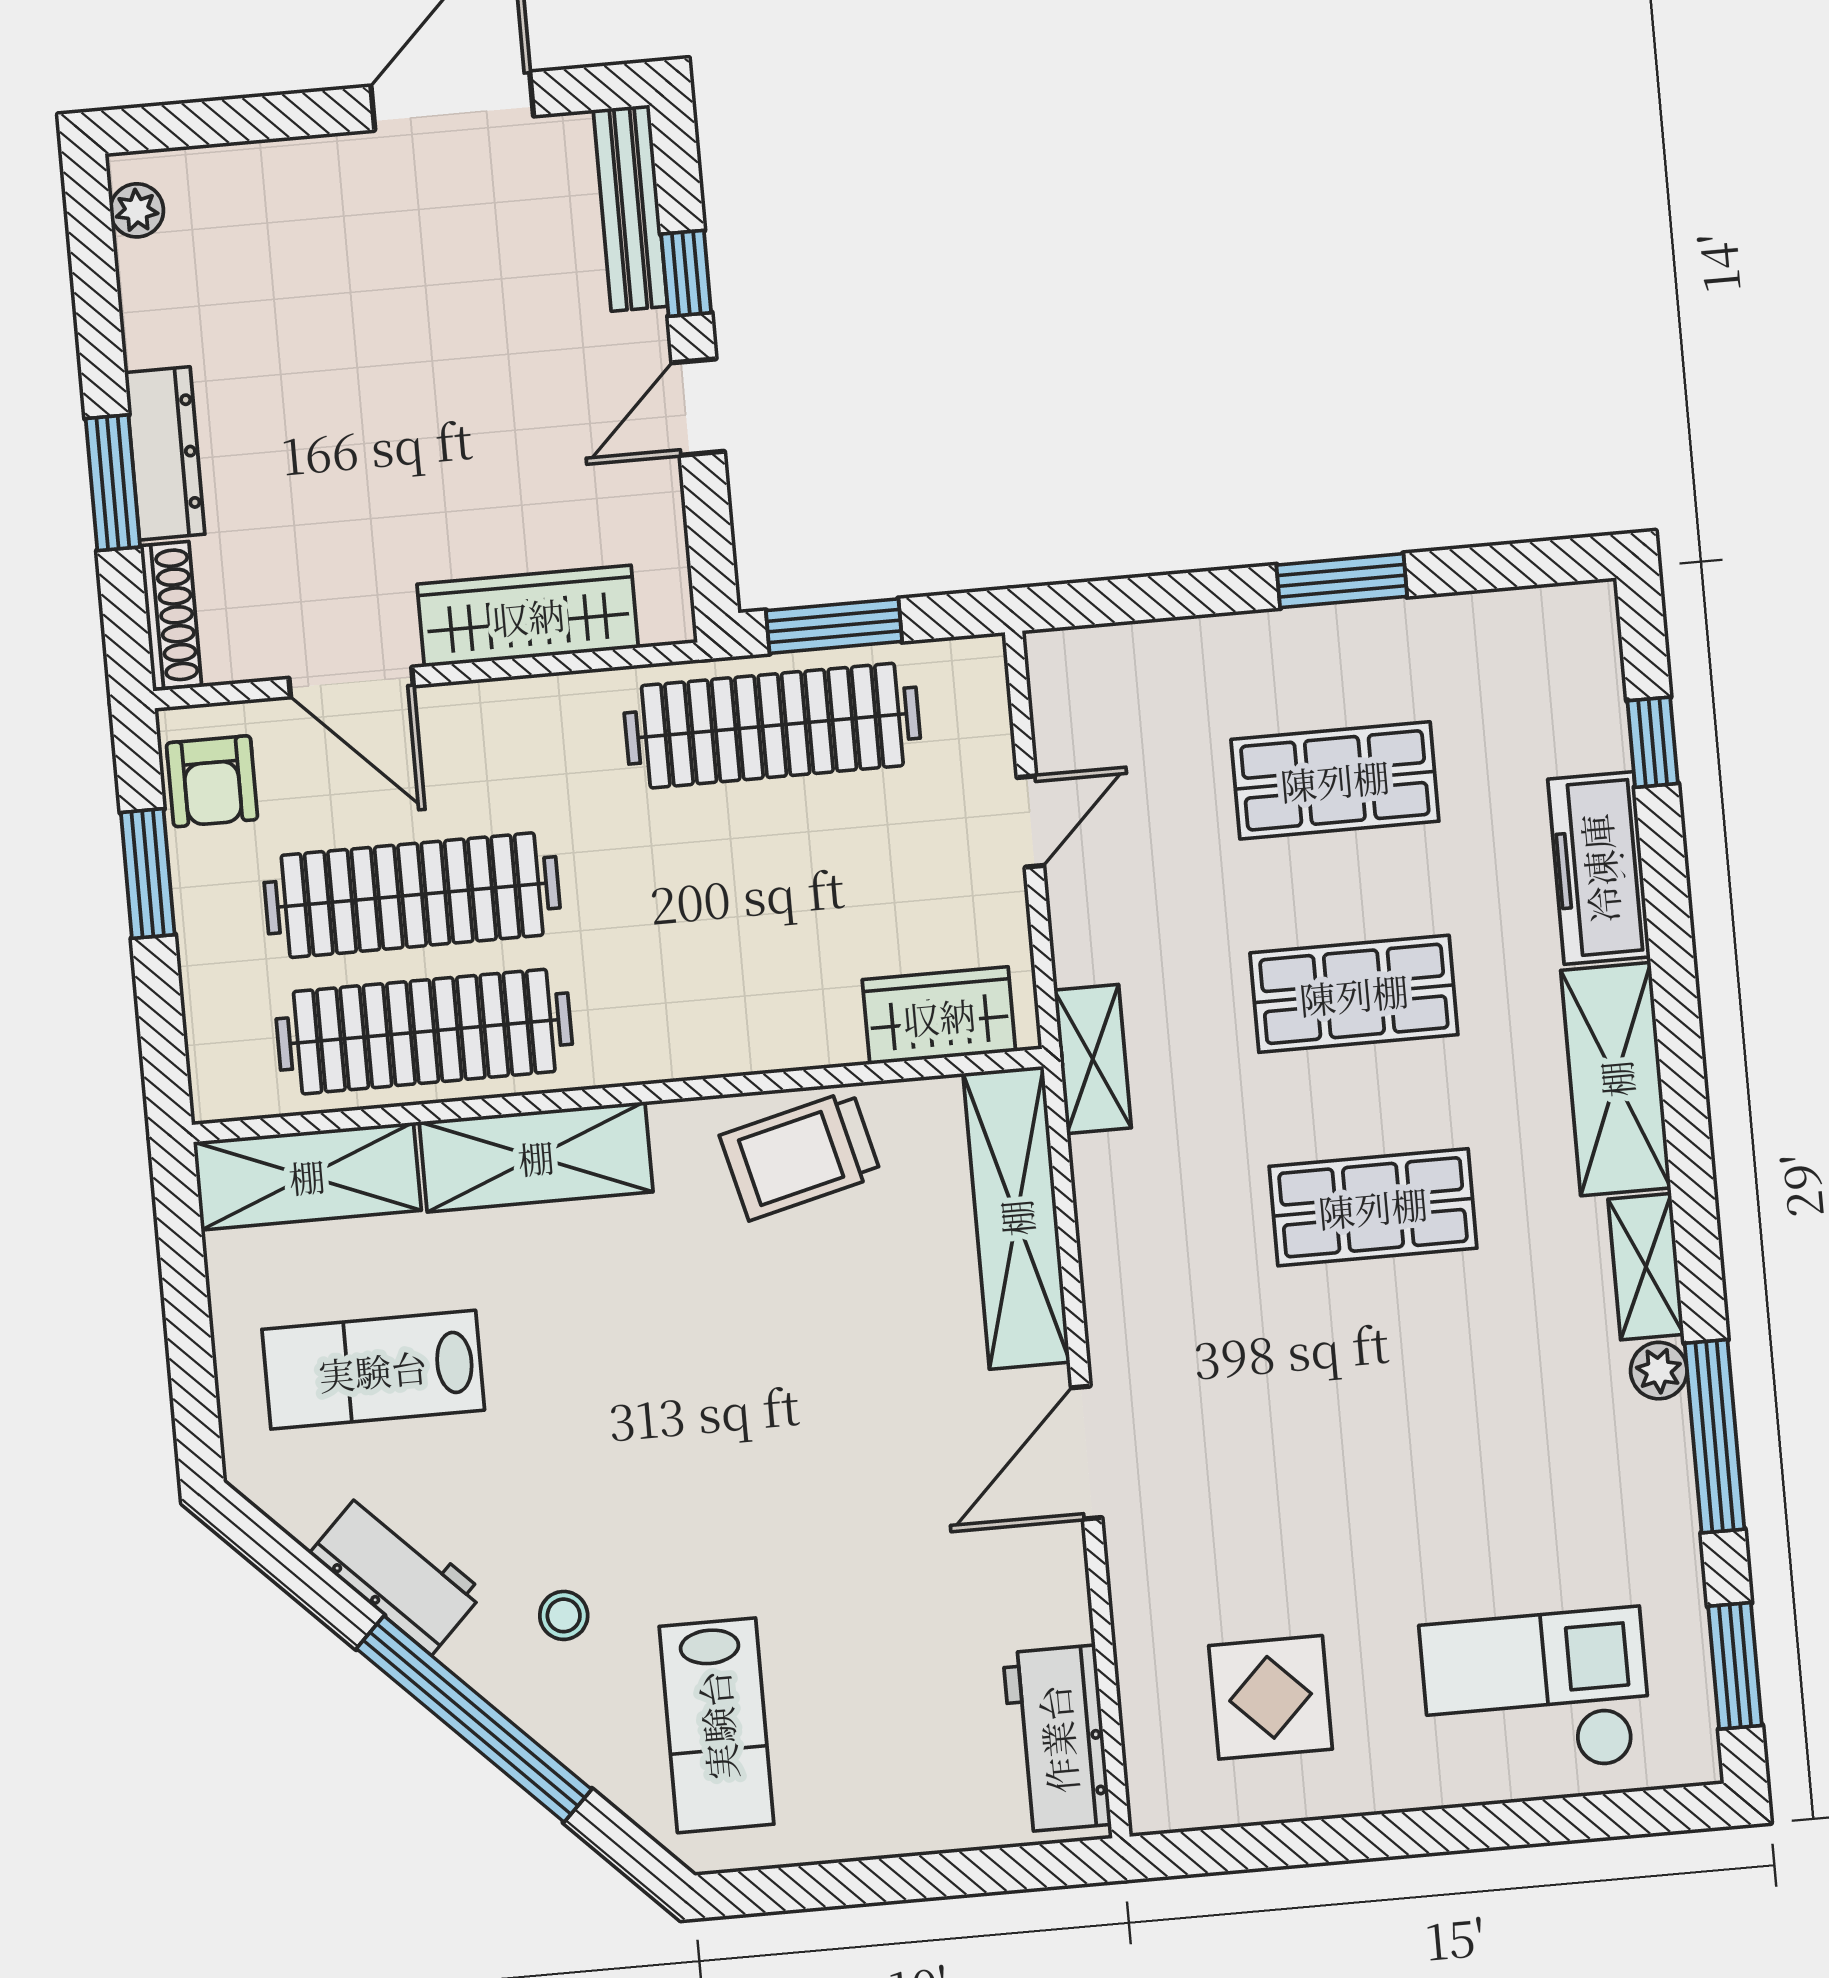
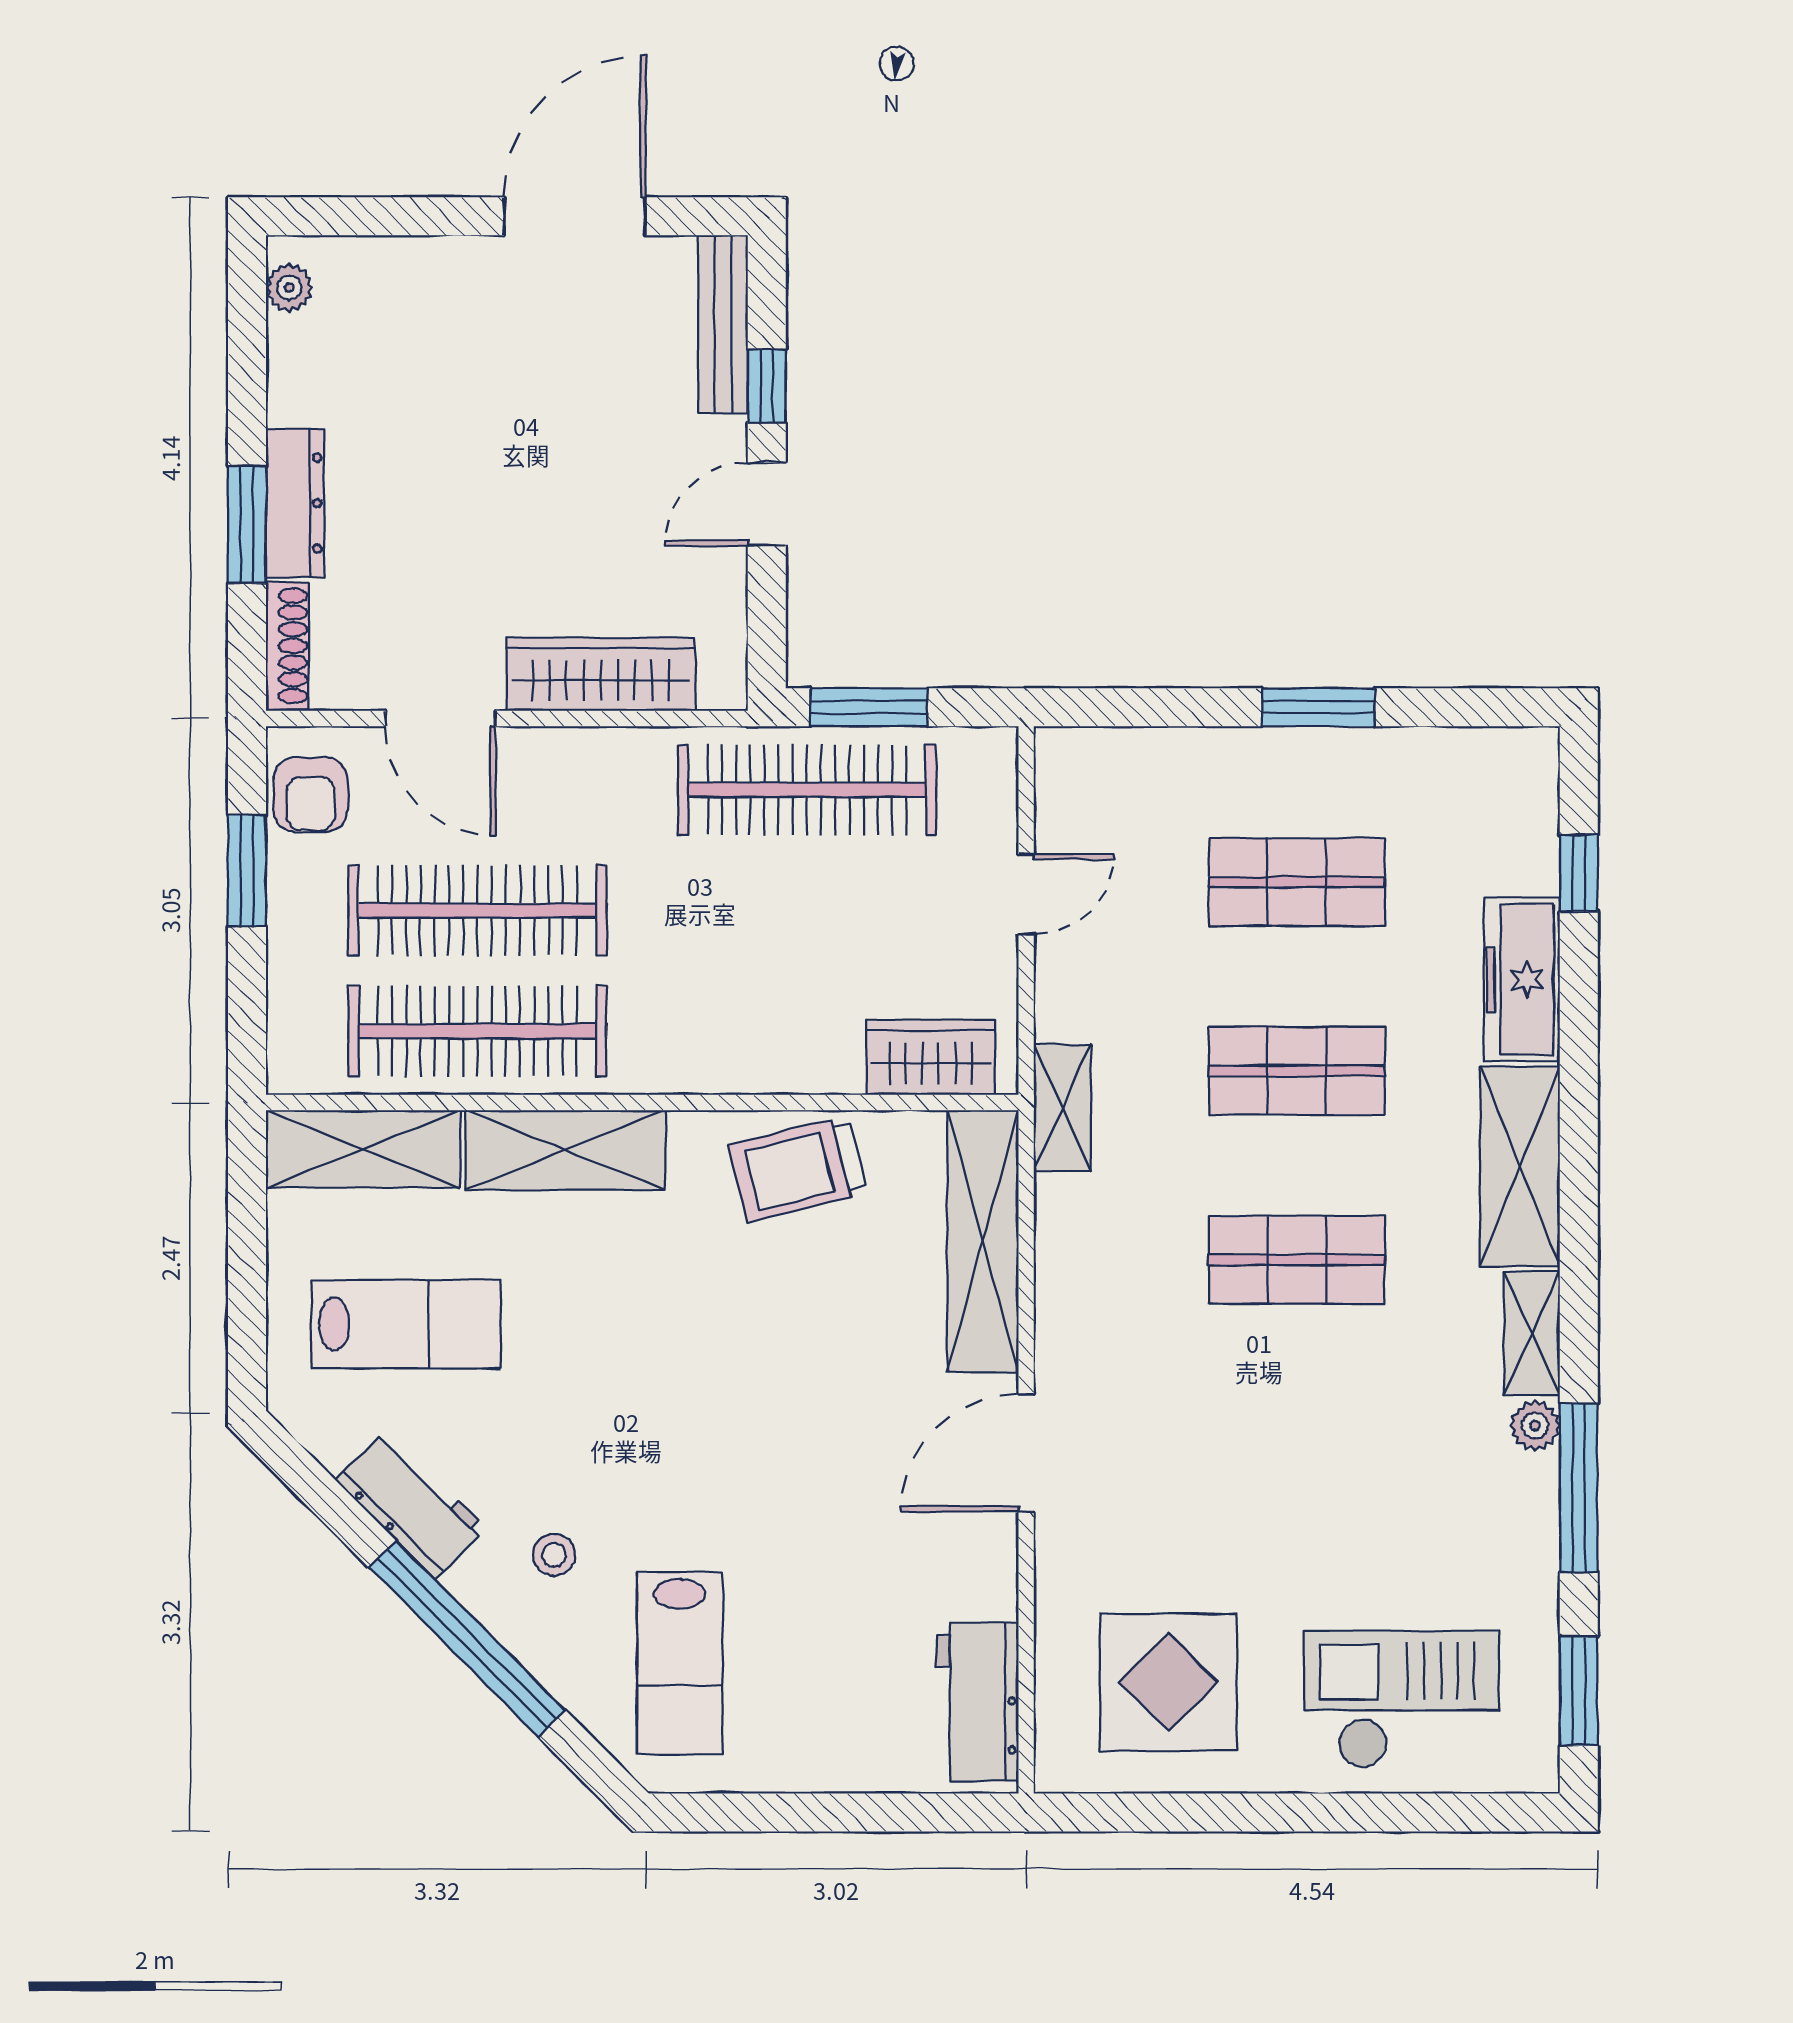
lab bench: (373, 1370) -> (406, 1324), turned 180
display table: (1271, 1697) -> (1168, 1682), width x1.36, depth x1.36

